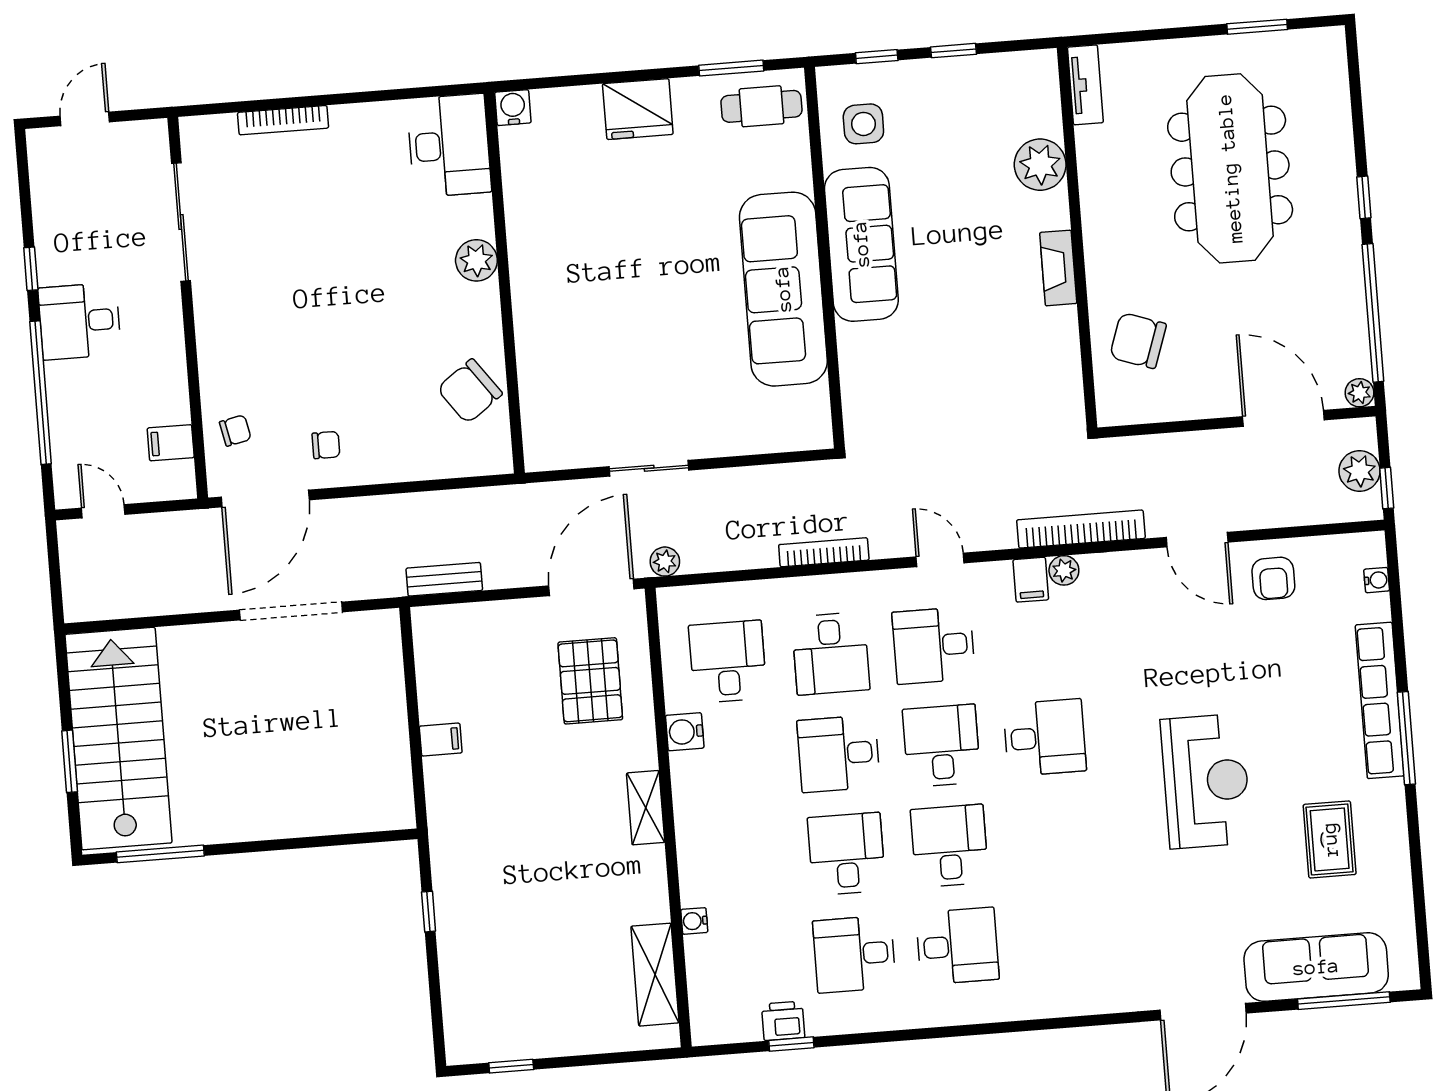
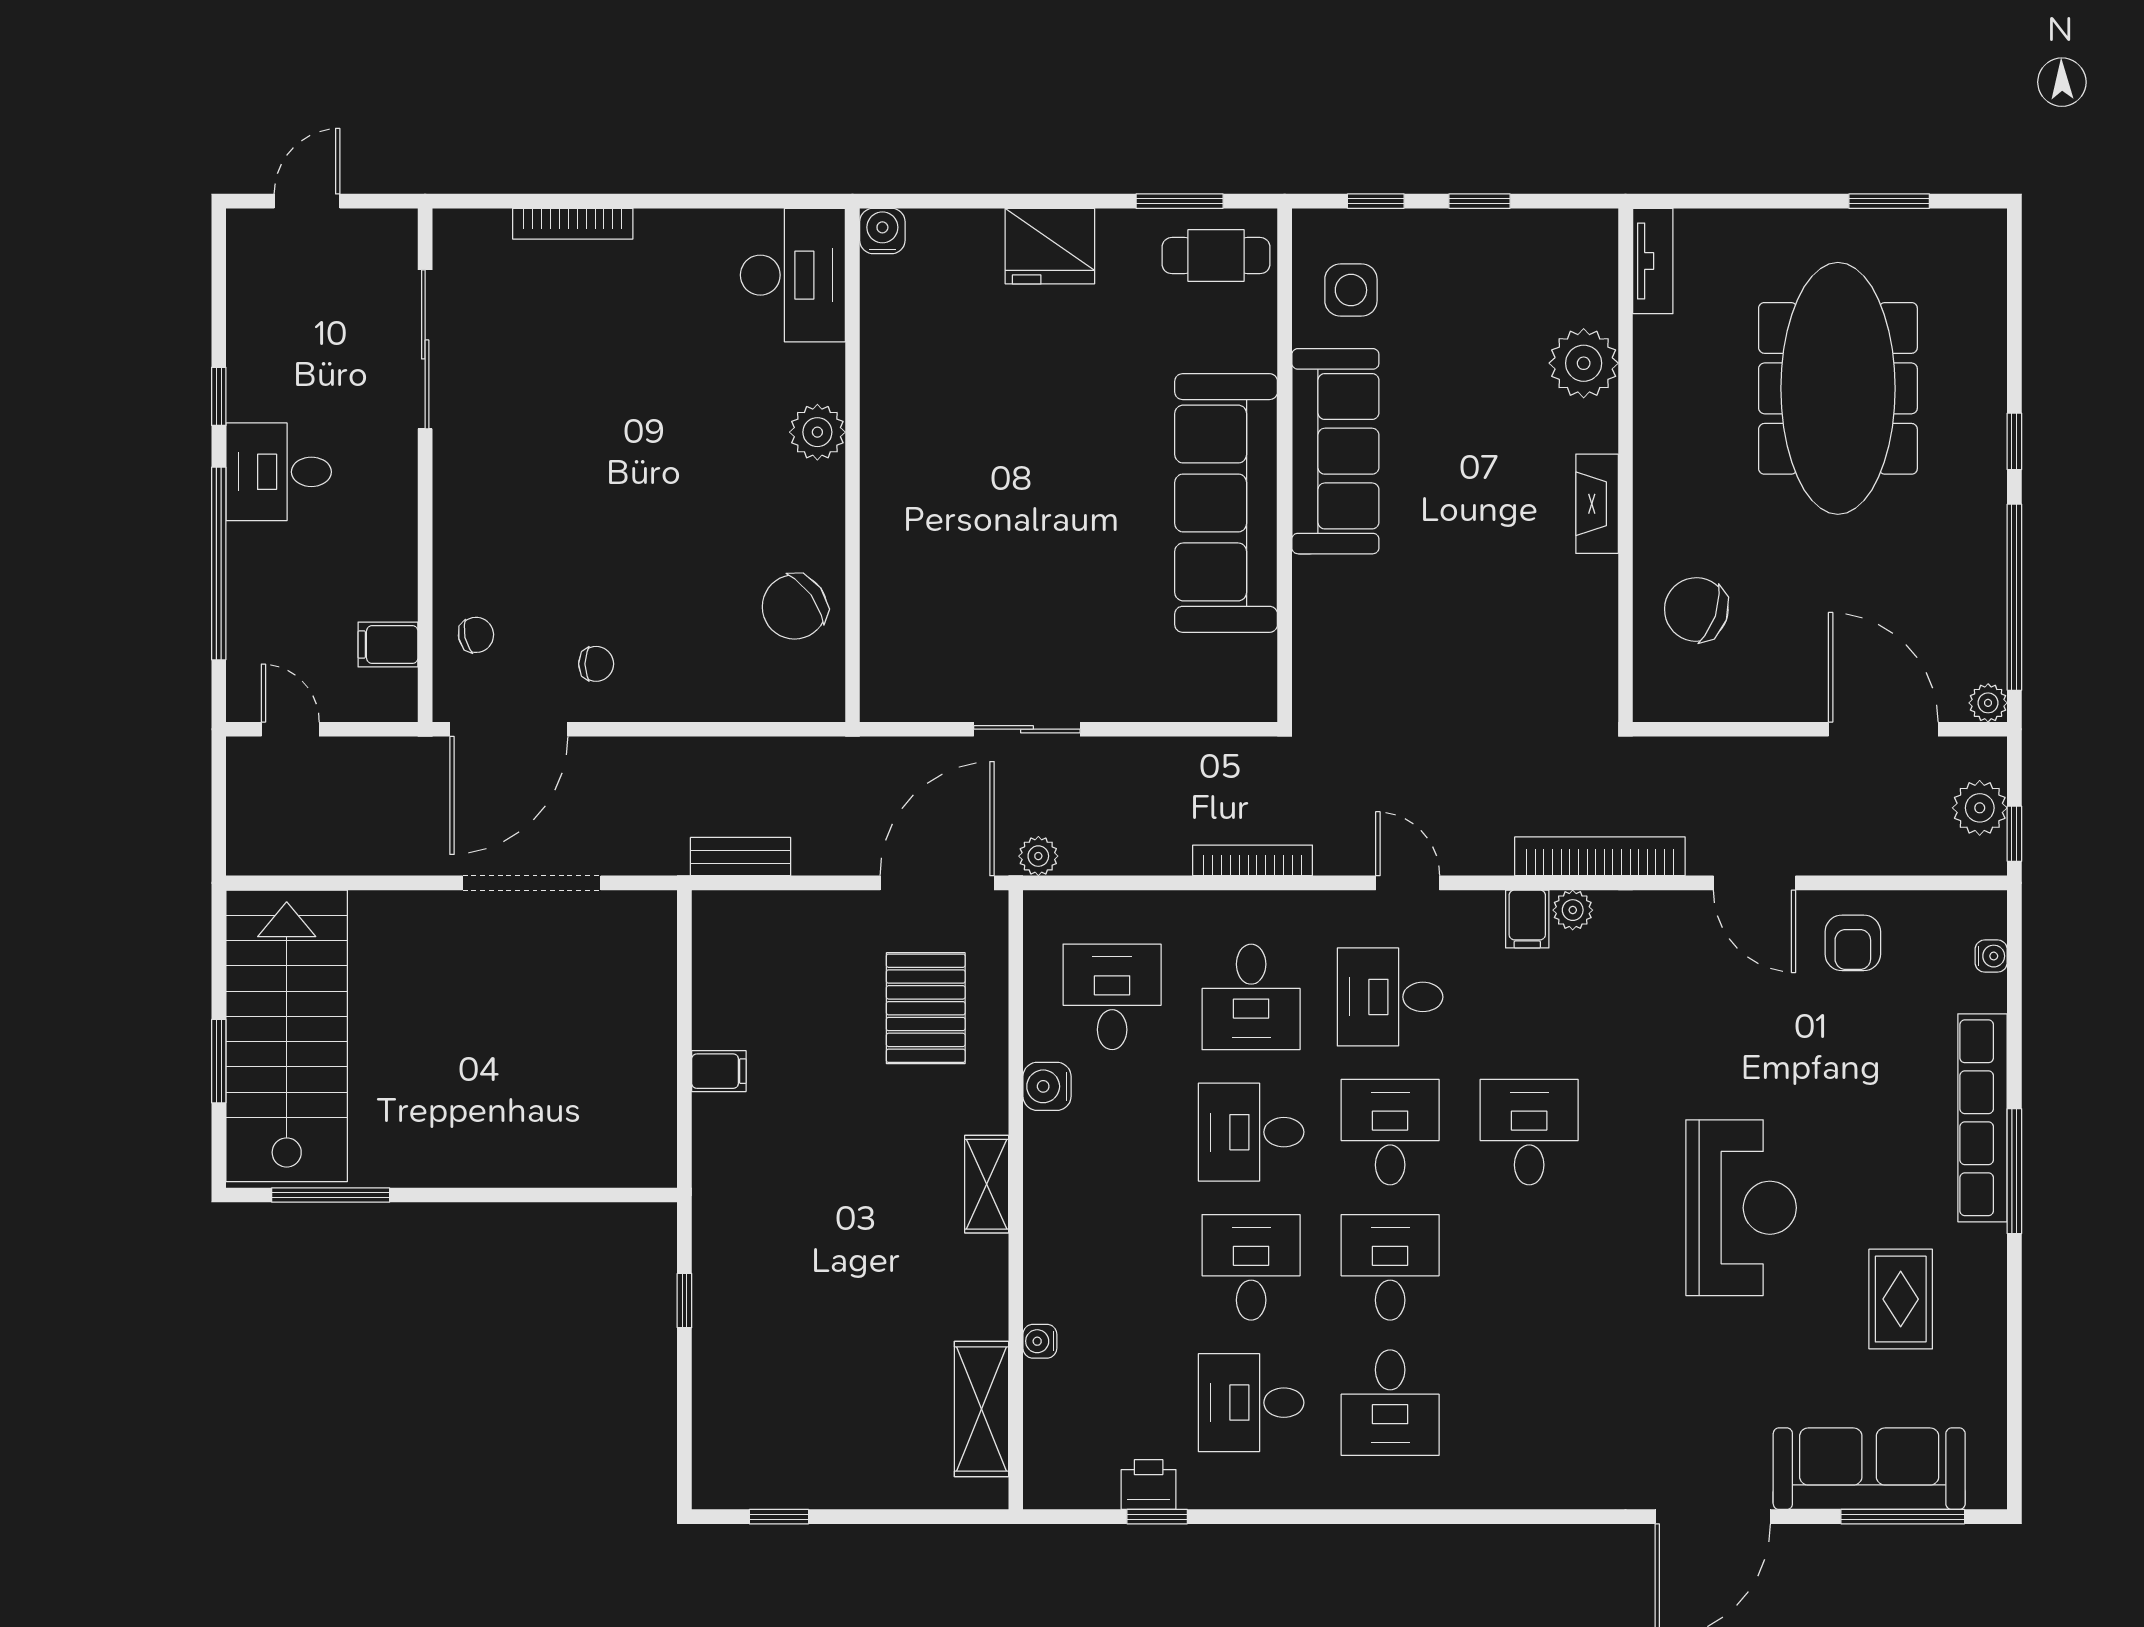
desk: (1045, 738) -> (1529, 1132), turned -90
desk: (957, 946) -> (1390, 1403), turned 90

